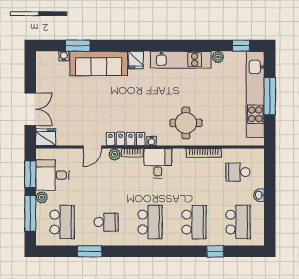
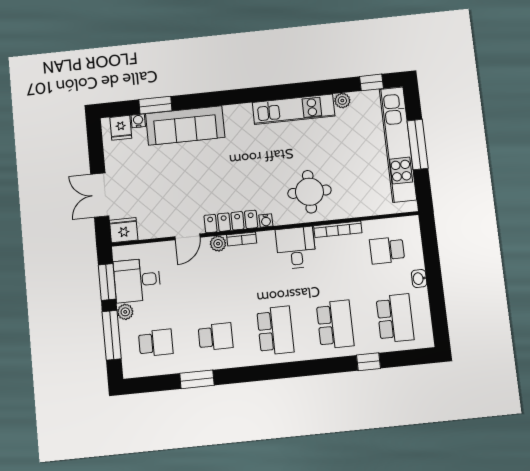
fridge: (136, 60) -> (121, 128), moved
double door: (30, 109) -> (100, 195), swing flipped
desk: (158, 163) -> (296, 248), moved
school desk: (62, 222) -> (156, 343), width x0.54

